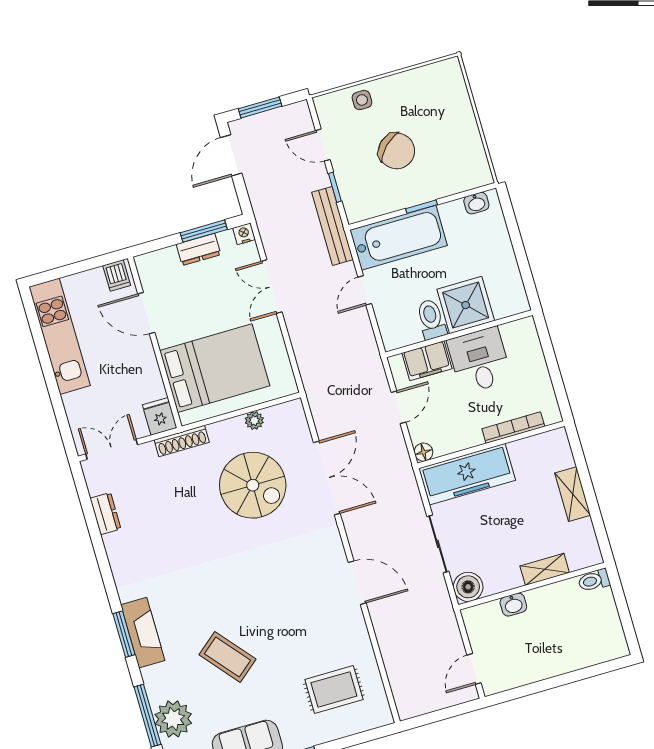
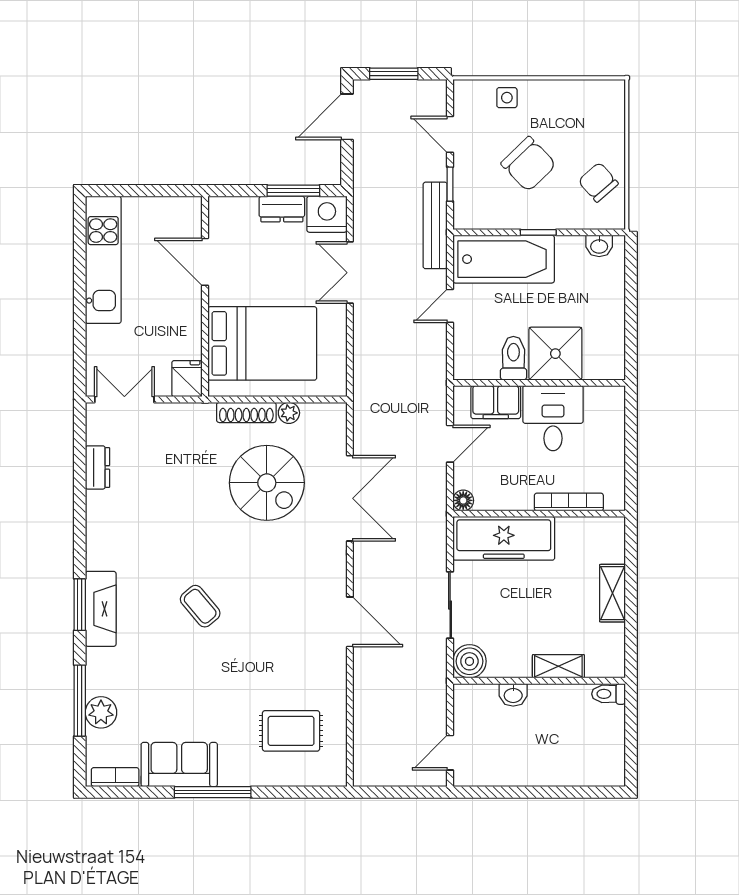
chair: (460, 149) -> (598, 182), added
nightstand: (244, 234) -> (327, 214), width x1.89, depth x1.79
dishwasher: (117, 275) -> (185, 212), removed
shoe rack: (182, 441) -> (246, 412), moved
coffee table: (227, 657) -> (200, 606), moved, width x0.73, depth x0.77
plant: (173, 719) -> (101, 712), width x0.73, depth x0.73

